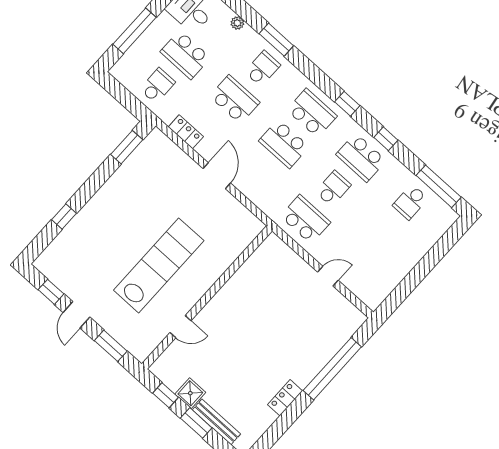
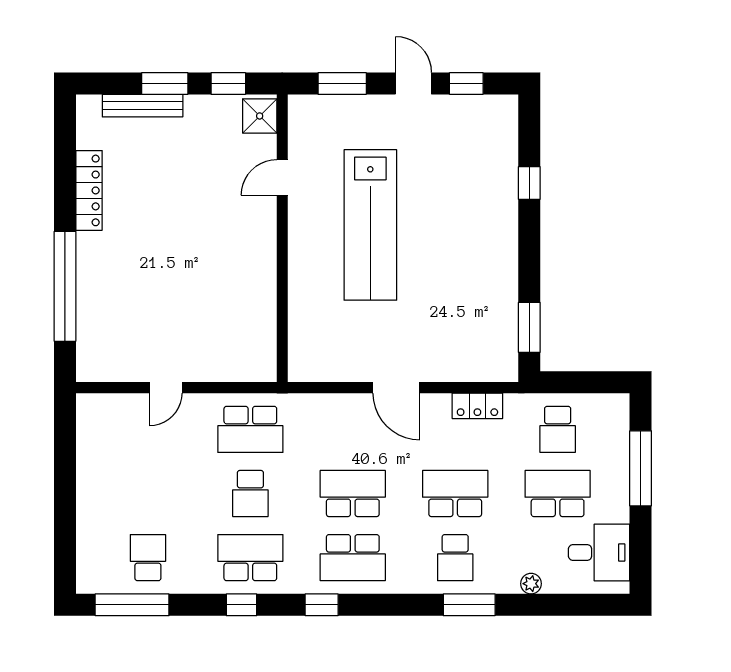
school desk: (235, 99) -> (455, 493), turned 180
shower: (190, 393) -> (260, 116), moved
locker: (285, 398) -> (89, 190), width x1.53

